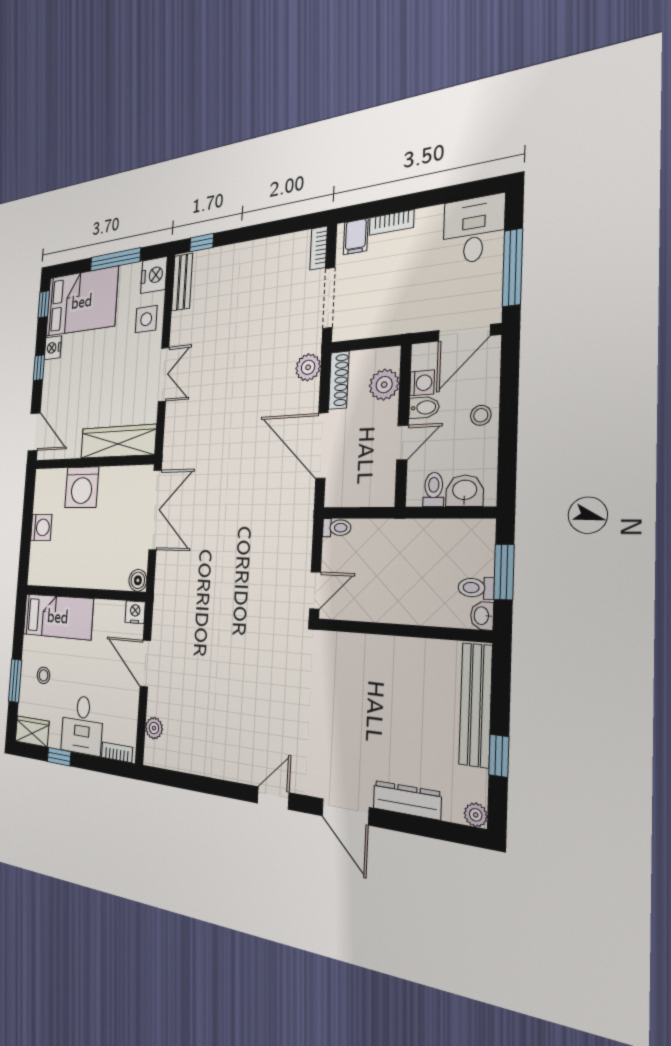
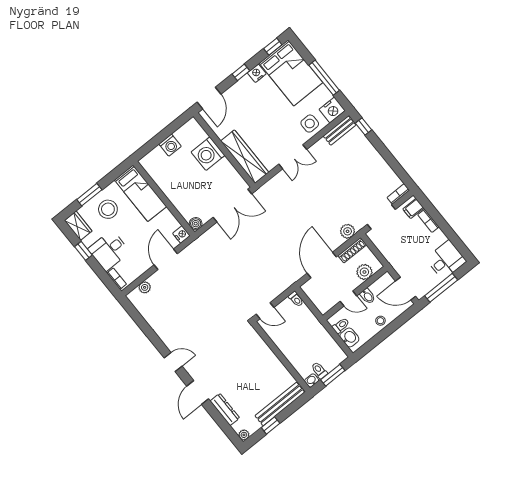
washing machine: (422, 383) -> (376, 287), removed
stool: (44, 675) -> (108, 209), width x1.89, depth x1.89

